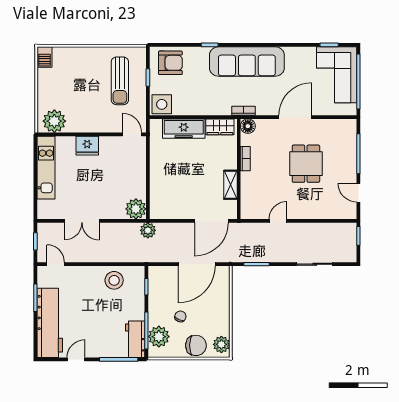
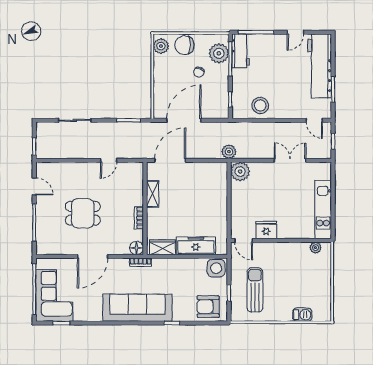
barbecue: (44, 57) -> (302, 315), moved, turned 90
plant: (54, 121) -> (316, 248), width x0.53, depth x0.53
fridge: (87, 146) -> (266, 230), moved
dining table: (306, 164) -> (83, 213), turned 90

